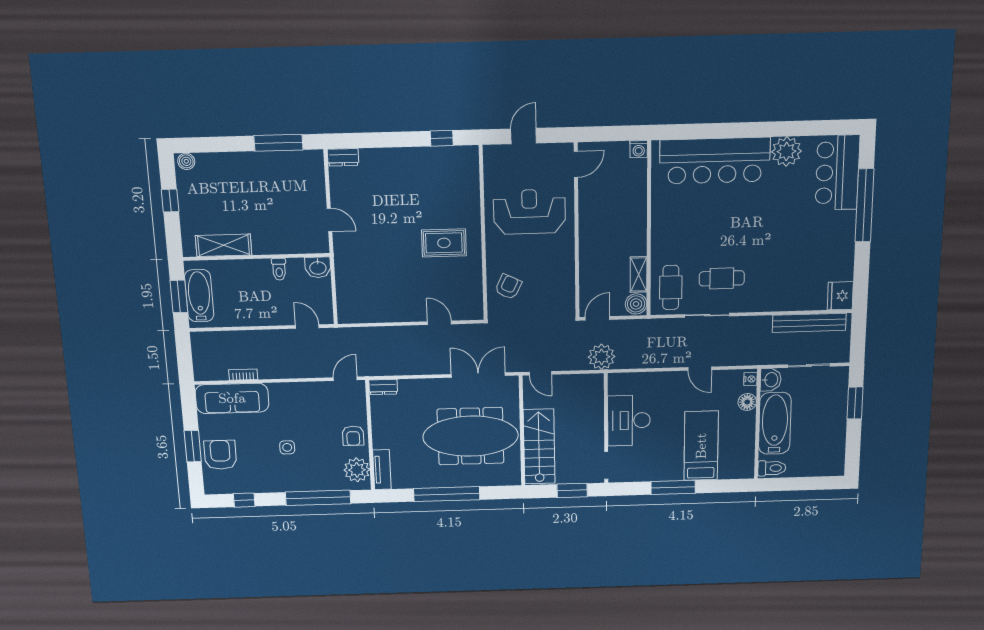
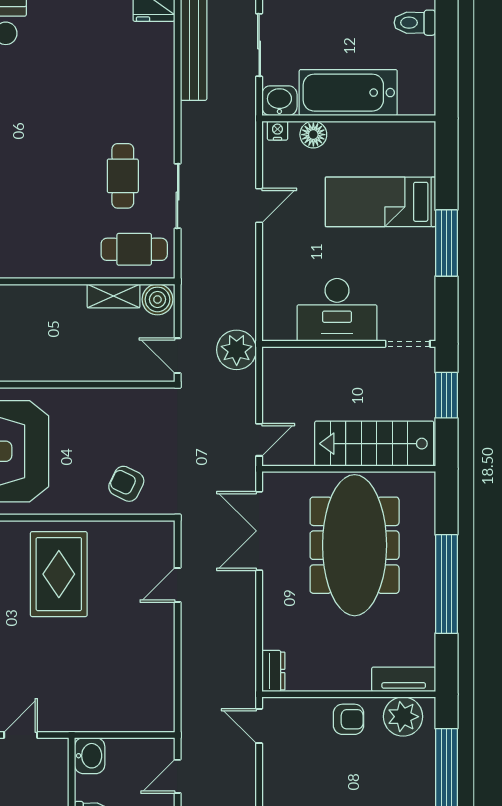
rug: (444, 243) -> (59, 574), width x1.36, depth x1.43
toilet: (772, 468) -> (415, 23), moved, turned -90

